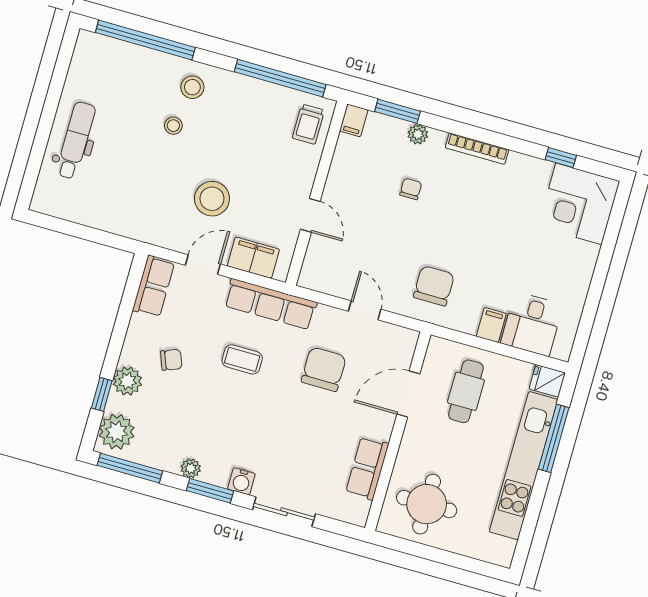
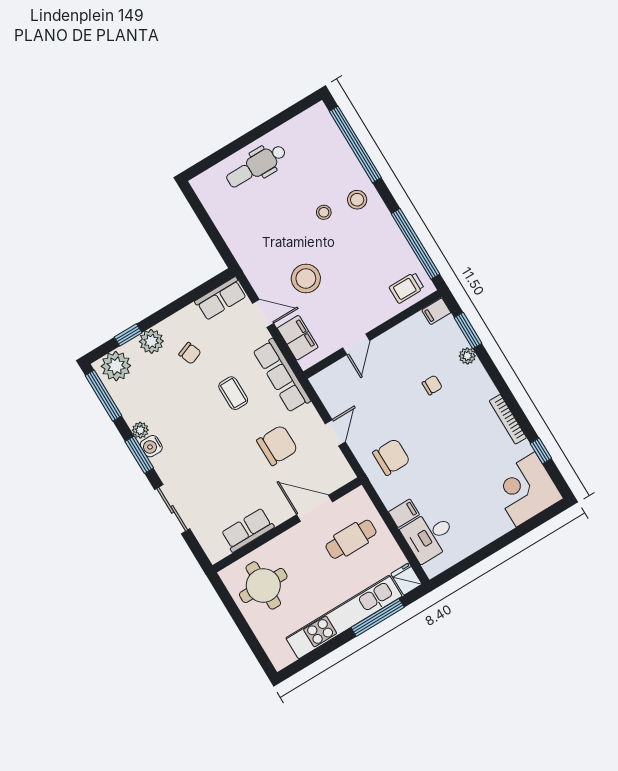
dental chair: (76, 140) -> (256, 166), turned 180
bookcase: (477, 149) -> (508, 419), moved
water cooler: (241, 481) -> (151, 446), moved

